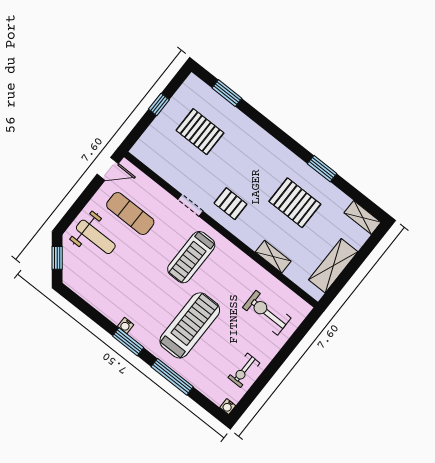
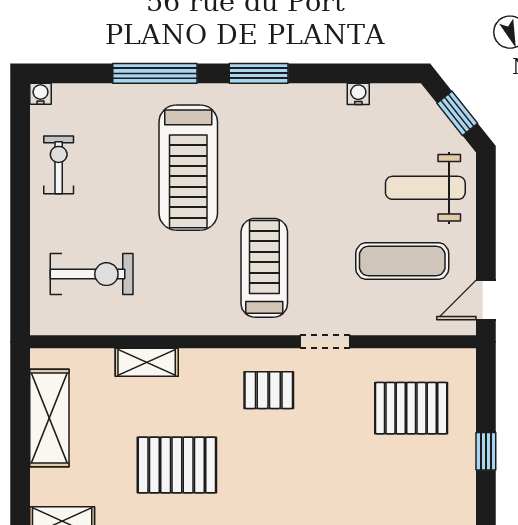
pallet: (200, 132) -> (411, 408), moved
water cooler: (126, 326) -> (358, 94), moved

